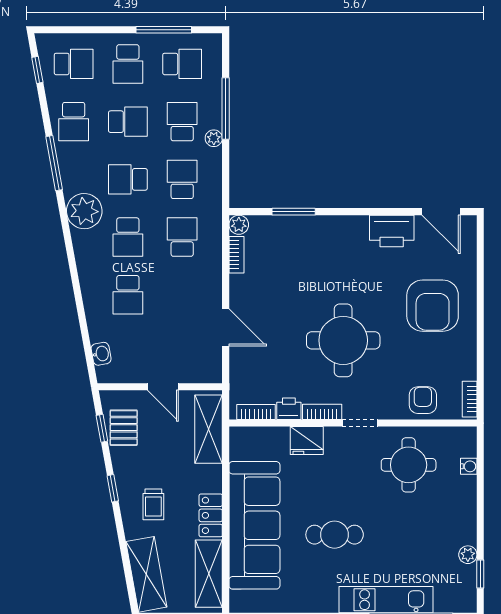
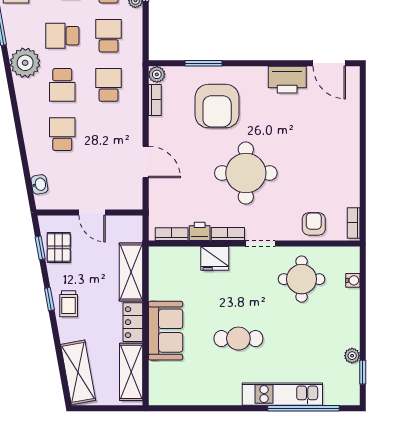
school desk: (128, 295) -> (62, 134), turned 180
armchair: (433, 306) -> (217, 106), moved
shelving: (209, 429) -> (131, 272), moved
trolley: (153, 504) -> (69, 304), moved
sofa: (254, 525) -> (166, 331), width x0.54, depth x0.79

